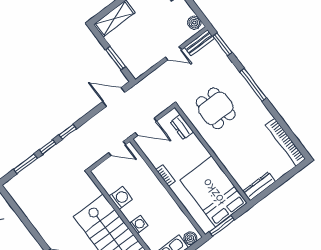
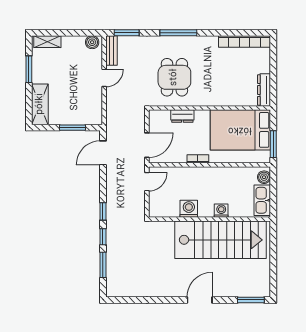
dining table: (216, 108) -> (174, 77), turned 90
dresser: (182, 127) -> (182, 116), moved

